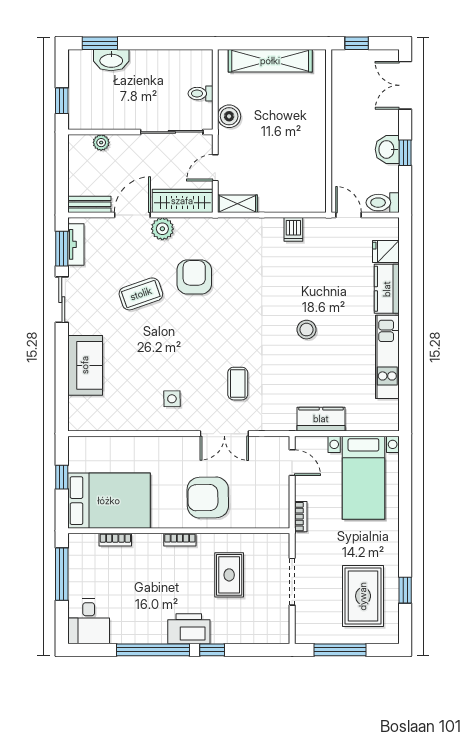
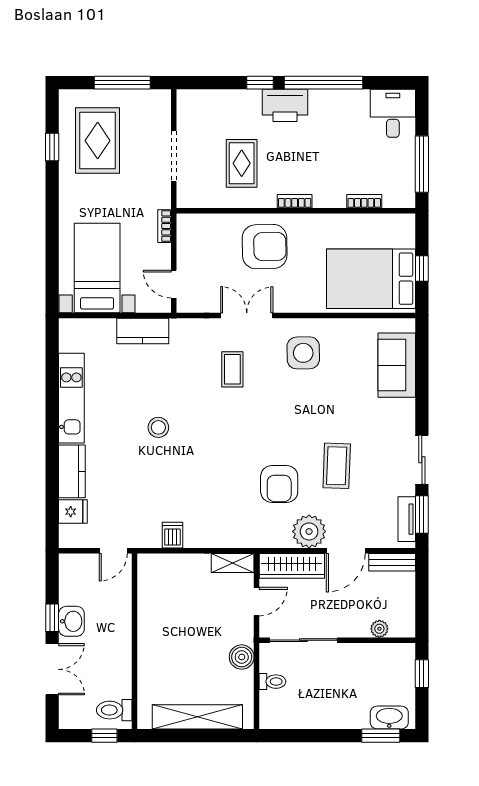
washbasin: (111, 60) -> (389, 717), moved
double door: (405, 85) -> (52, 669), moved
toilet: (383, 203) -> (114, 710), moved, turned 180
door: (348, 215) -> (113, 551), hinge flipped
plant: (162, 229) -> (309, 531), width x1.36, depth x1.36
coffee table: (141, 294) -> (337, 466), turned -69
sofa: (85, 365) -> (397, 365), moved
side table: (172, 399) -> (303, 353), width x1.87, depth x1.87
bed: (109, 501) -> (371, 279), moved

